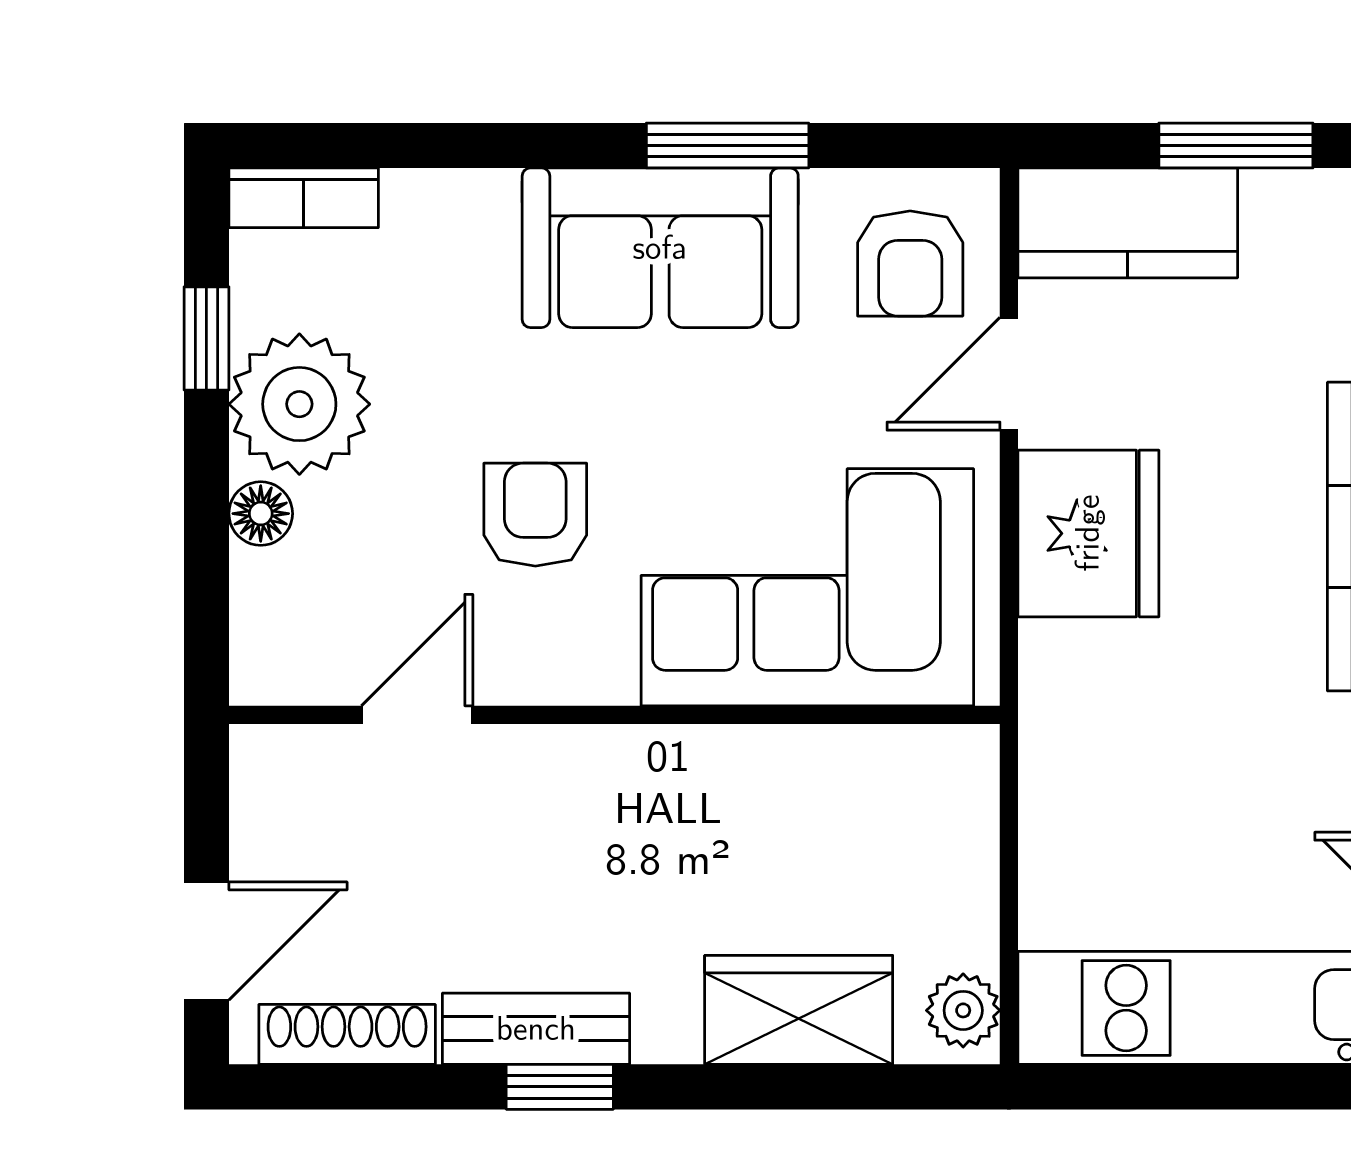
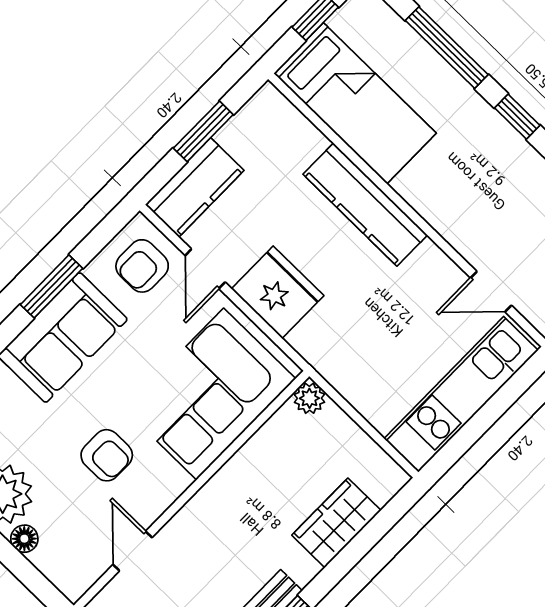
armchair: (910, 264) -> (142, 266), turned 90
armchair: (535, 515) -> (107, 455), turned 180
plant: (963, 1010) -> (309, 398), moved

